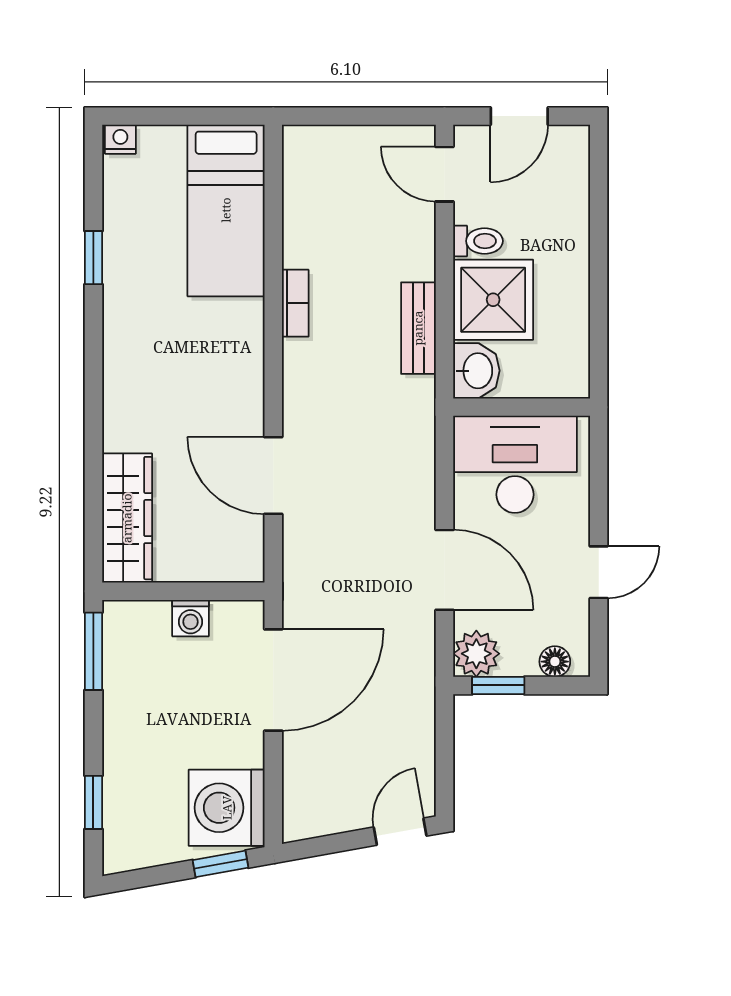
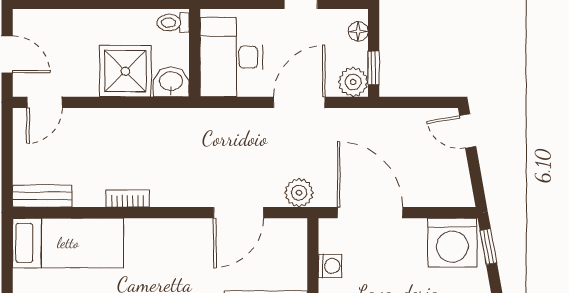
toilet: (478, 241) -> (173, 23), moved, turned -90
bench: (418, 328) -> (42, 196), moved
plant: (304, 570) -> (299, 193), added

